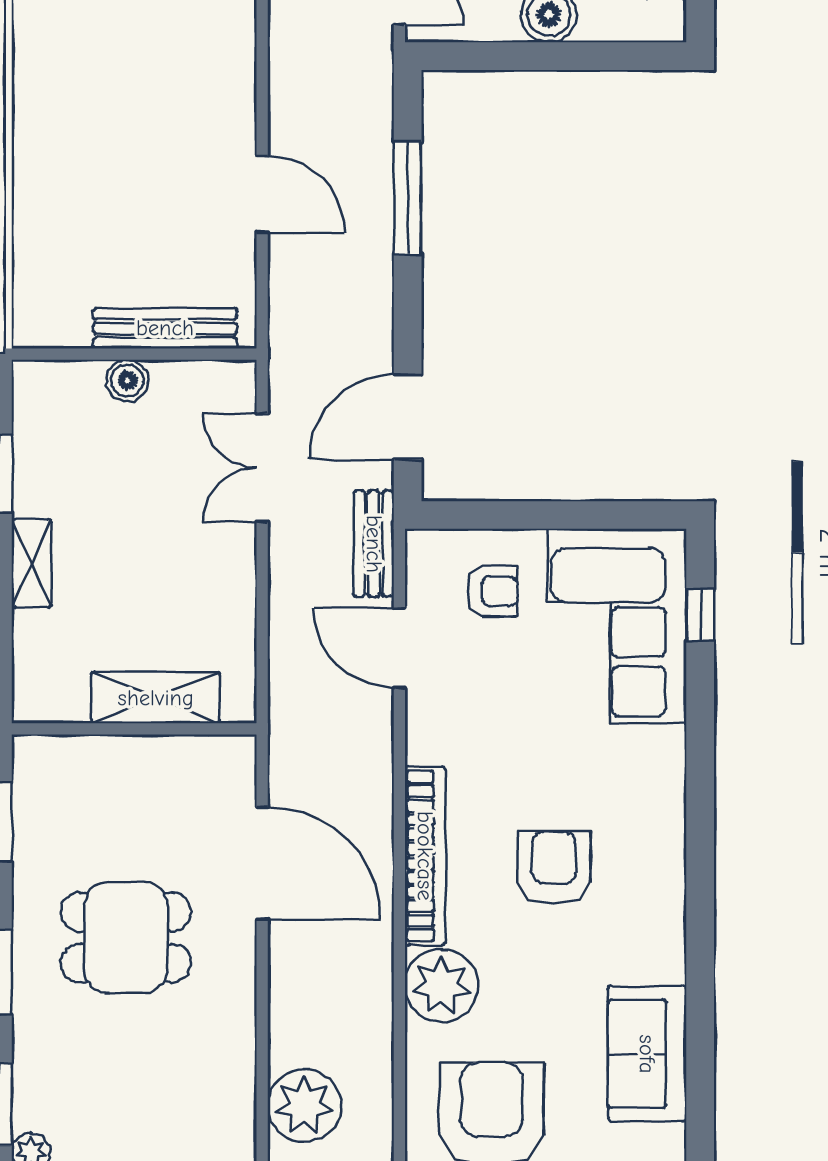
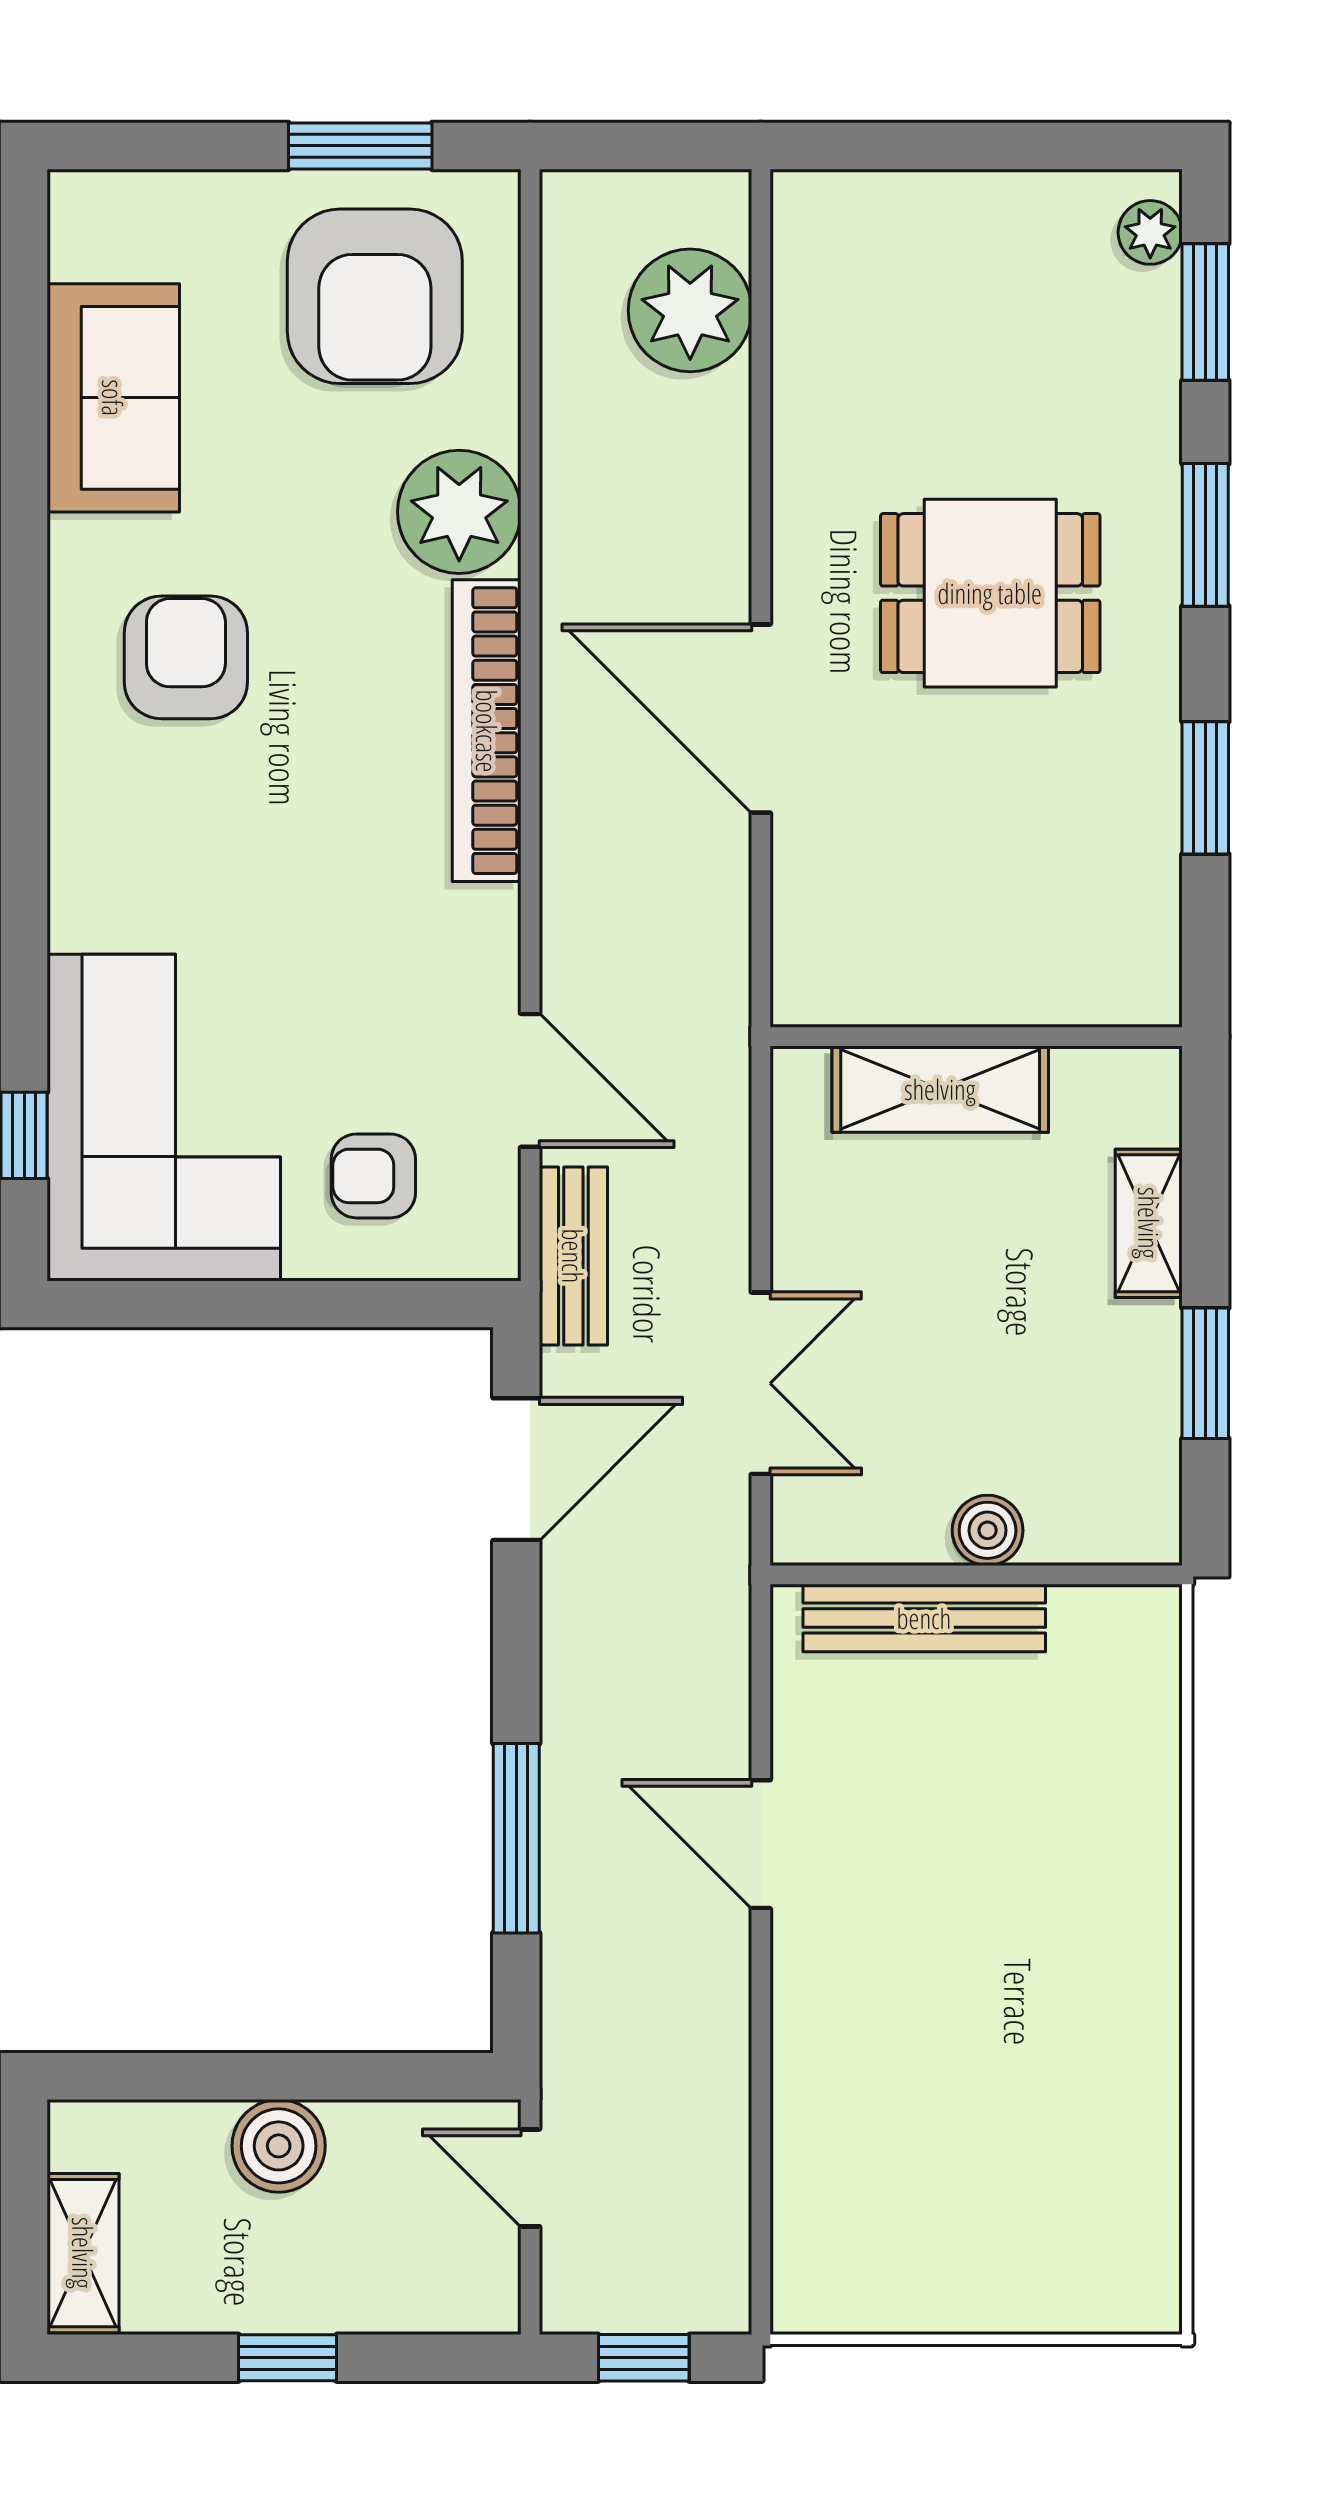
shelving: (156, 698) -> (940, 1089), moved
wall: (134, 729) -> (976, 1037), moved
armchair: (554, 868) -> (186, 657), moved, turned 180

